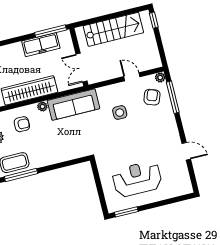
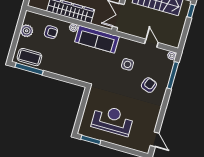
armchair: (152, 97) -> (149, 85), moved
door: (186, 151) -> (155, 139), moved

